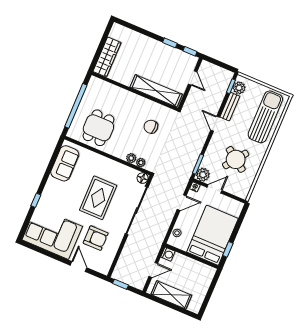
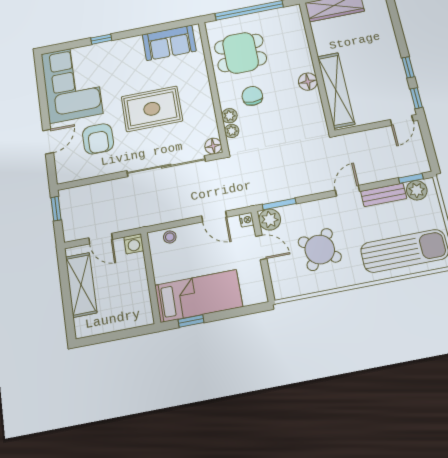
door: (193, 78) -> (402, 120), moved
floor lamp: (141, 102) -> (308, 82), added
chair: (151, 127) -> (252, 96), moved
bed: (212, 235) -> (198, 296), width x0.67

